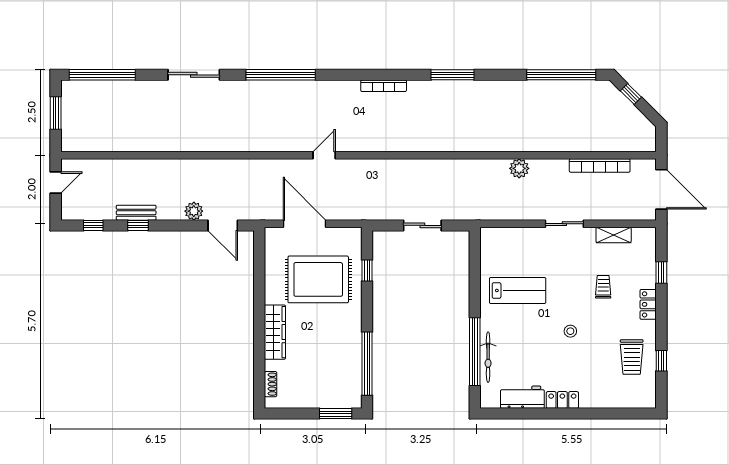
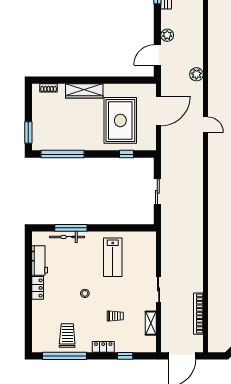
plant: (519, 168) -> (196, 74), moved
window: (475, 352) -> (71, 228), width x0.68
trolley: (632, 357) -> (67, 335), turned 90
window: (661, 361) -> (65, 356), width x3.17

